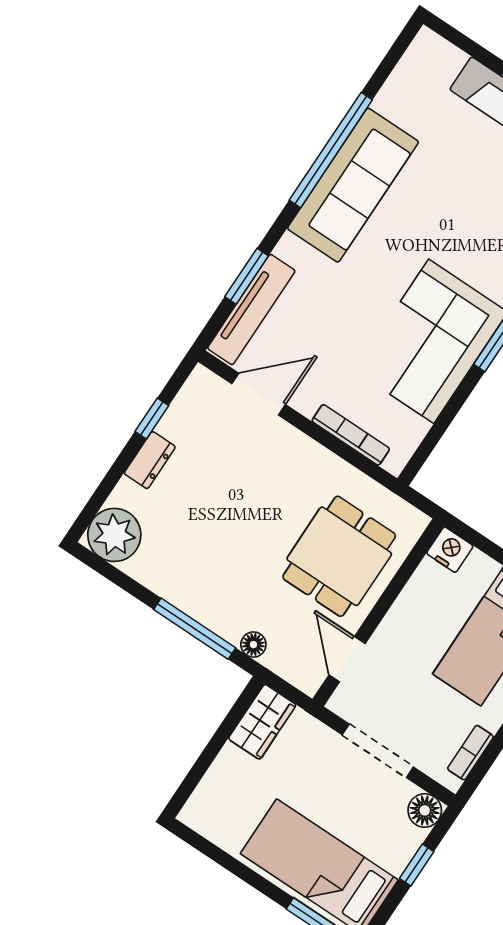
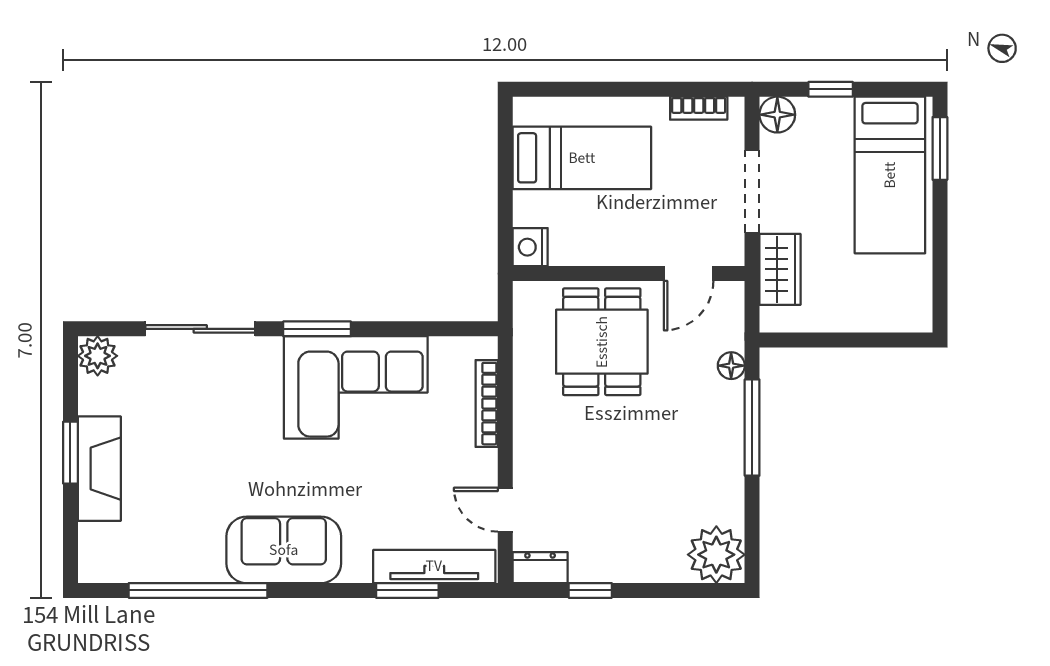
window: (331, 150) -> (198, 590), moved
sofa: (353, 185) -> (284, 550), width x0.73
door: (259, 394) -> (505, 510), width x0.73
dresser: (150, 460) -> (540, 568), moved
dining table: (339, 556) -> (602, 342), turned 90
wardrobe: (262, 722) -> (780, 269), moved, turned 90

